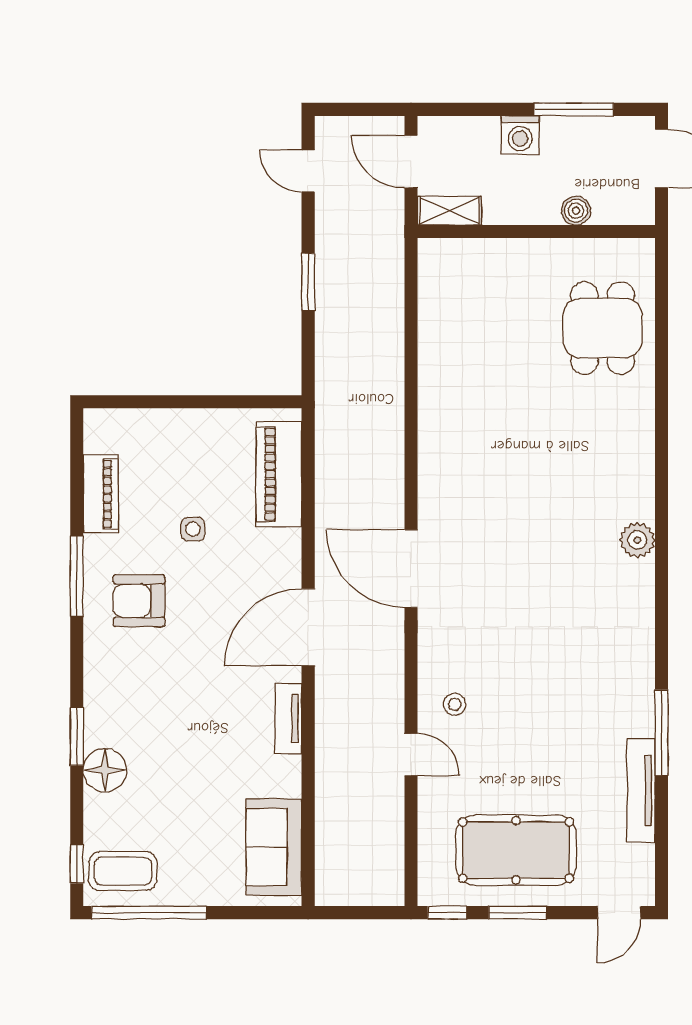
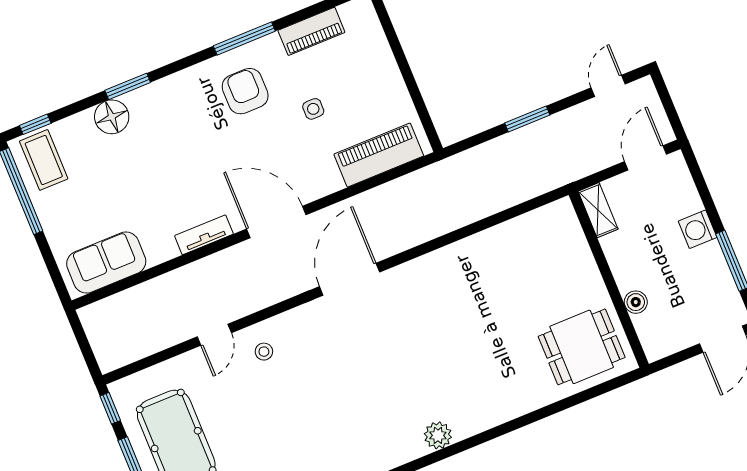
shelving: (449, 211) -> (598, 210), moved
boiler: (576, 211) -> (636, 302), moved
wall: (536, 231) -> (609, 279), moved

